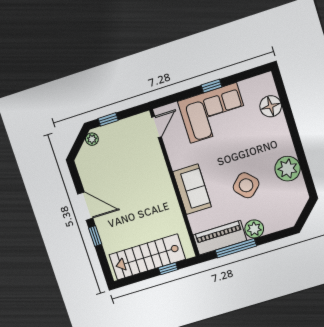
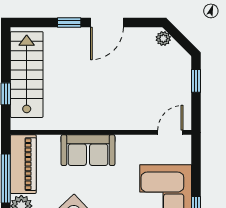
door: (156, 127) -> (170, 132), swing flipped
plant: (92, 139) -> (163, 39), moved

